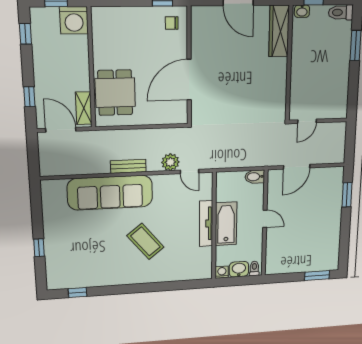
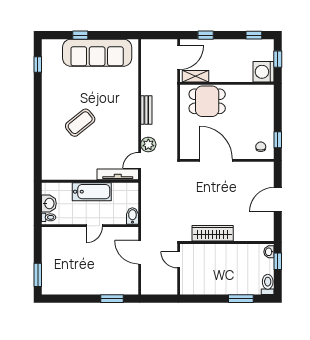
wardrobe: (279, 31) -> (213, 233), moved
sofa: (110, 193) -> (97, 53), moved, turned -90
tv unit: (206, 224) -> (118, 174), moved
washing machine: (222, 272) -> (47, 188), removed

